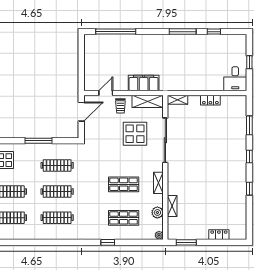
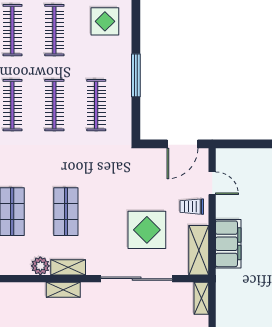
door: (81, 112) -> (182, 144), hinge flipped
shelving: (172, 206) -> (63, 290), moved
plant: (157, 212) -> (40, 266), moved

